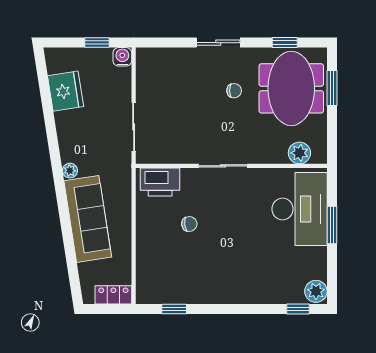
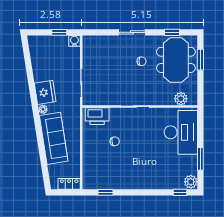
fridge: (65, 91) -> (45, 92), moved
window: (332, 225) -> (200, 159), moved

